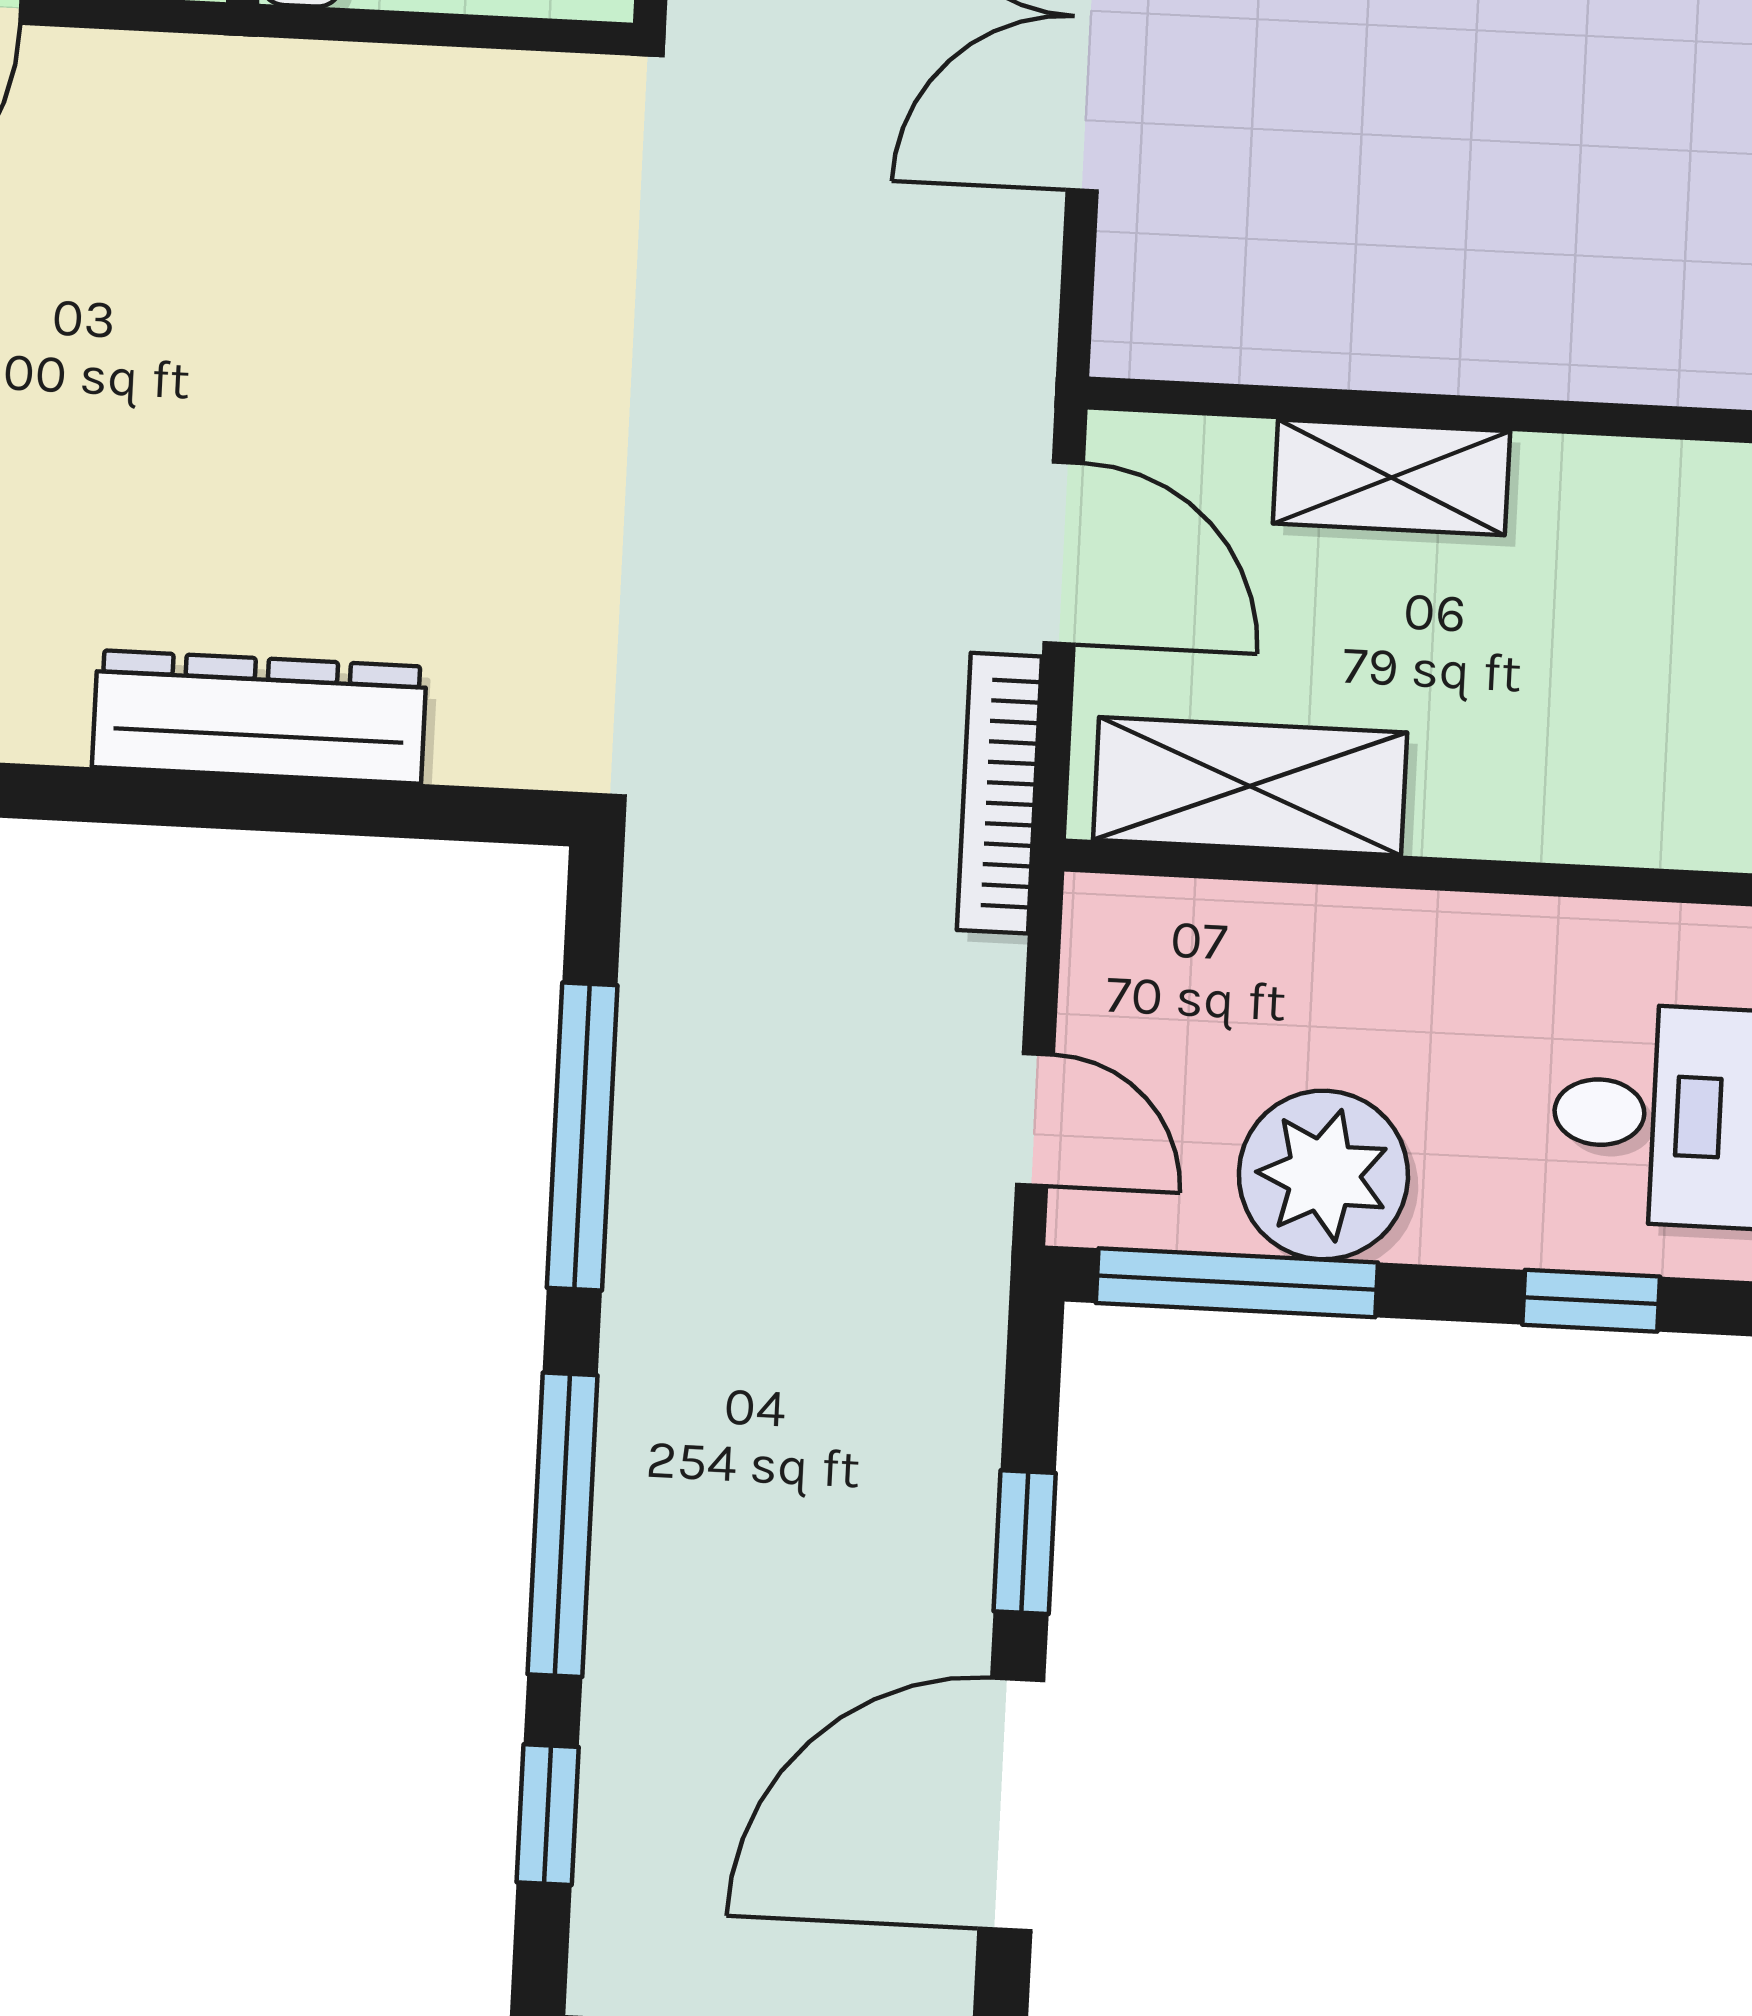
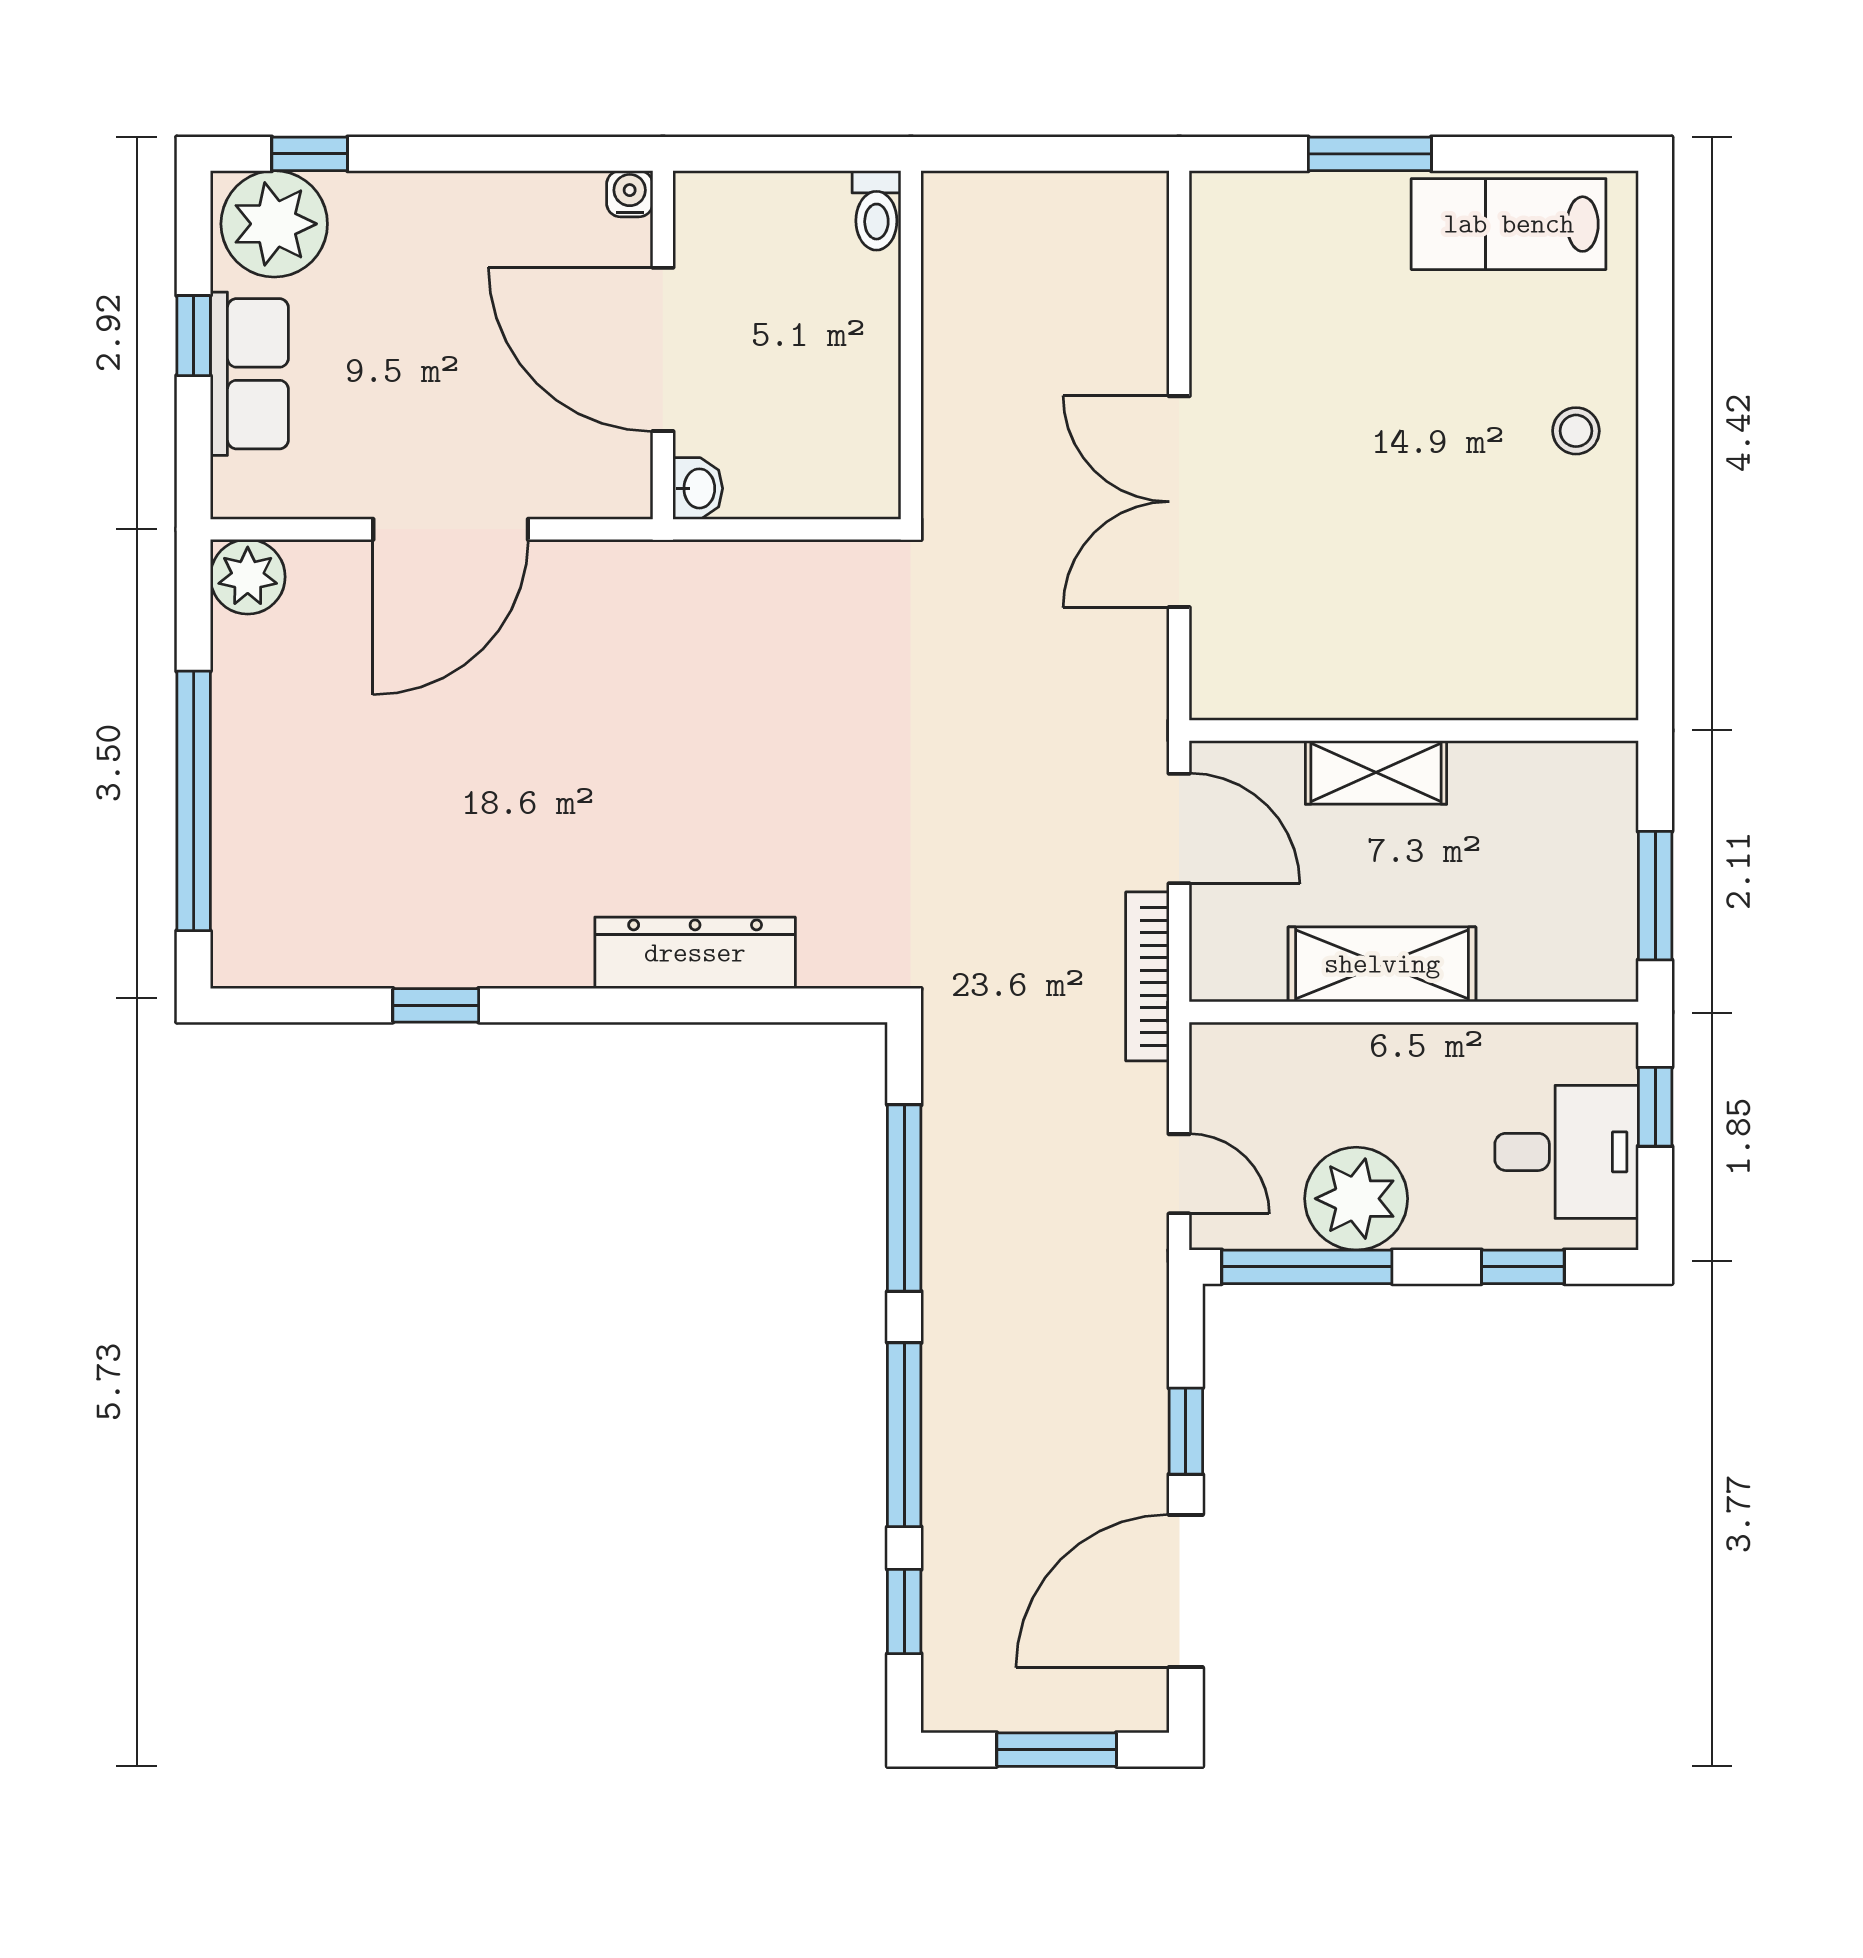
shelving: (1250, 786) -> (1382, 964), moved

